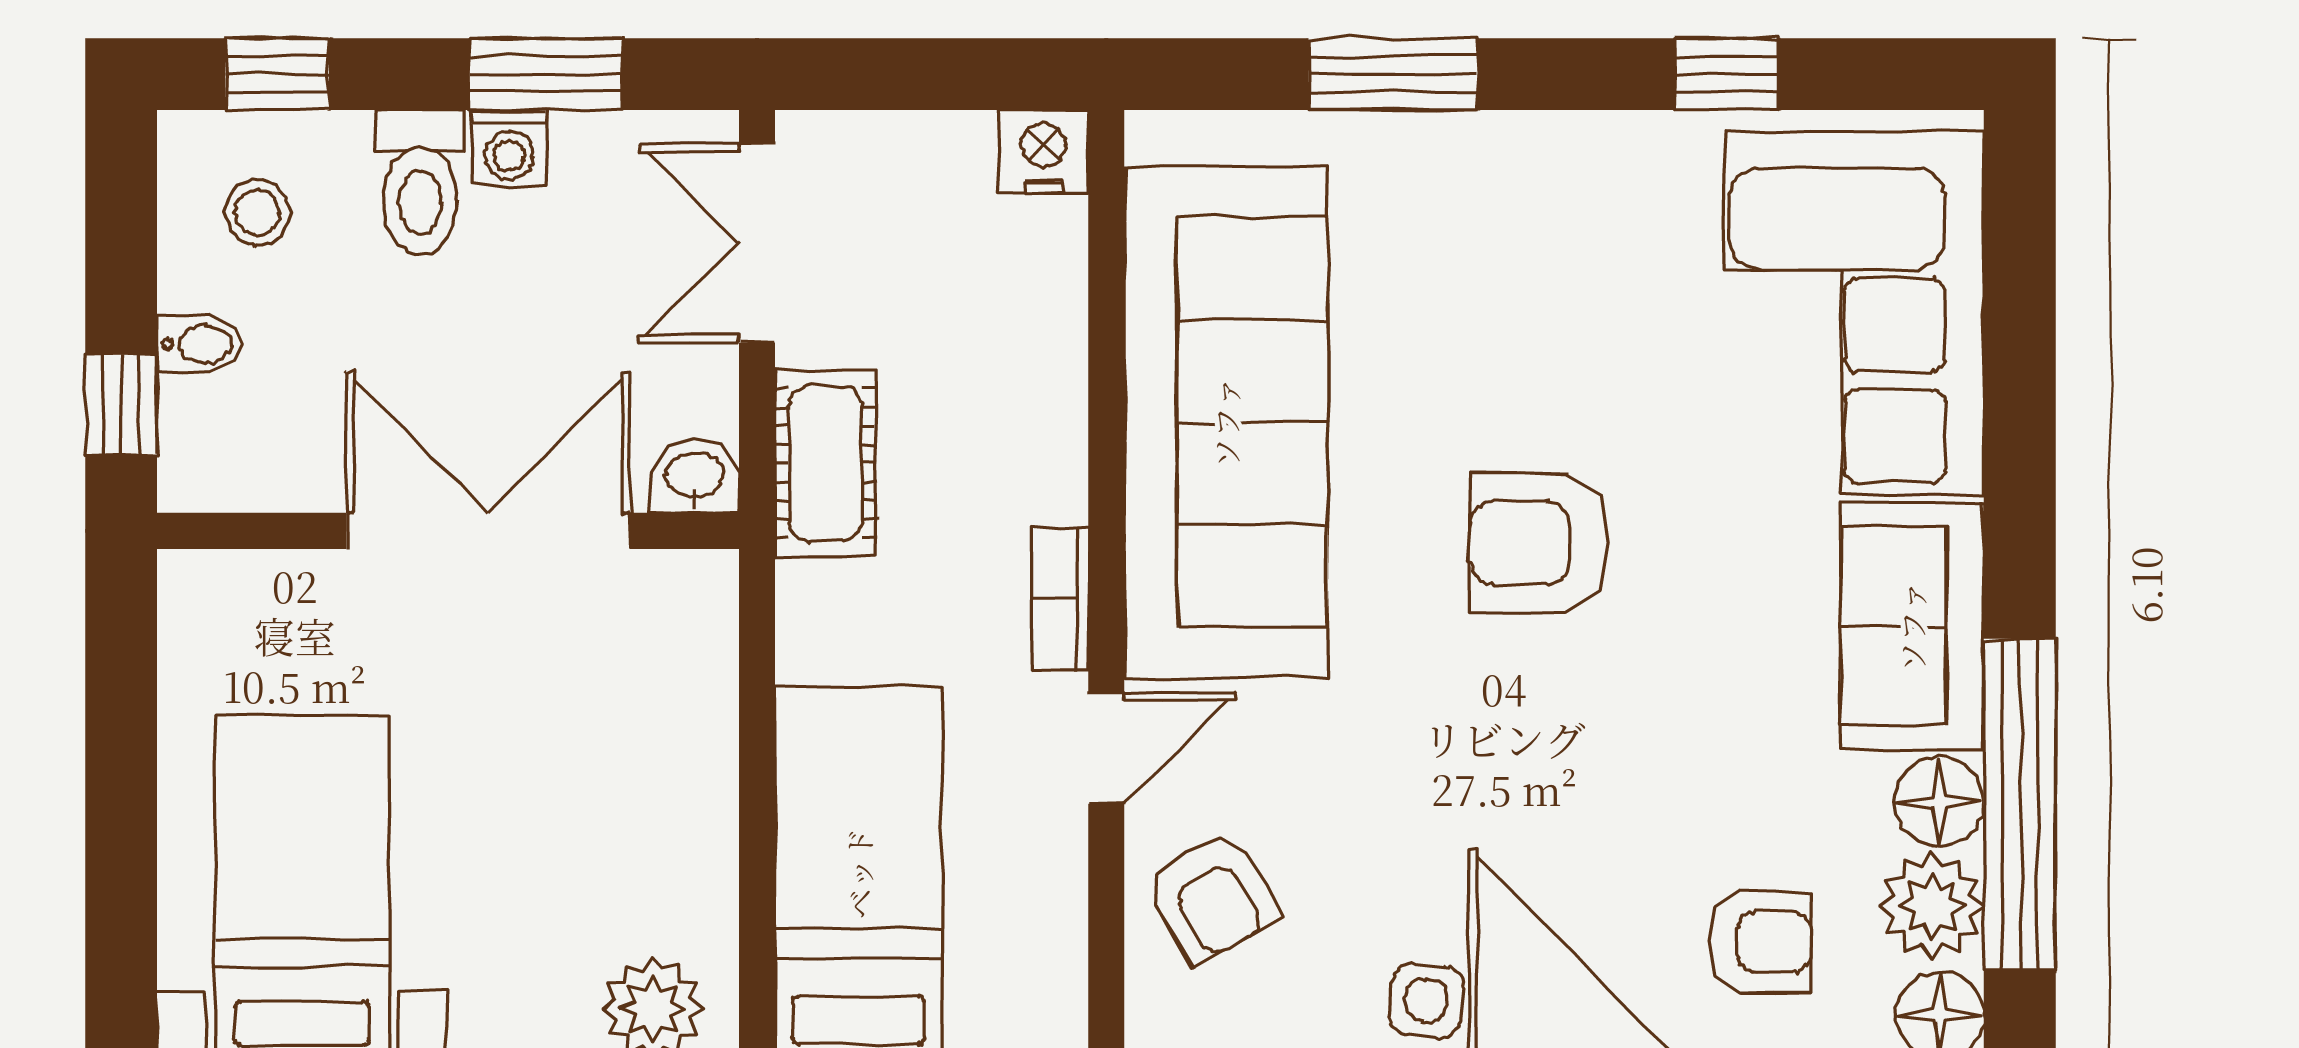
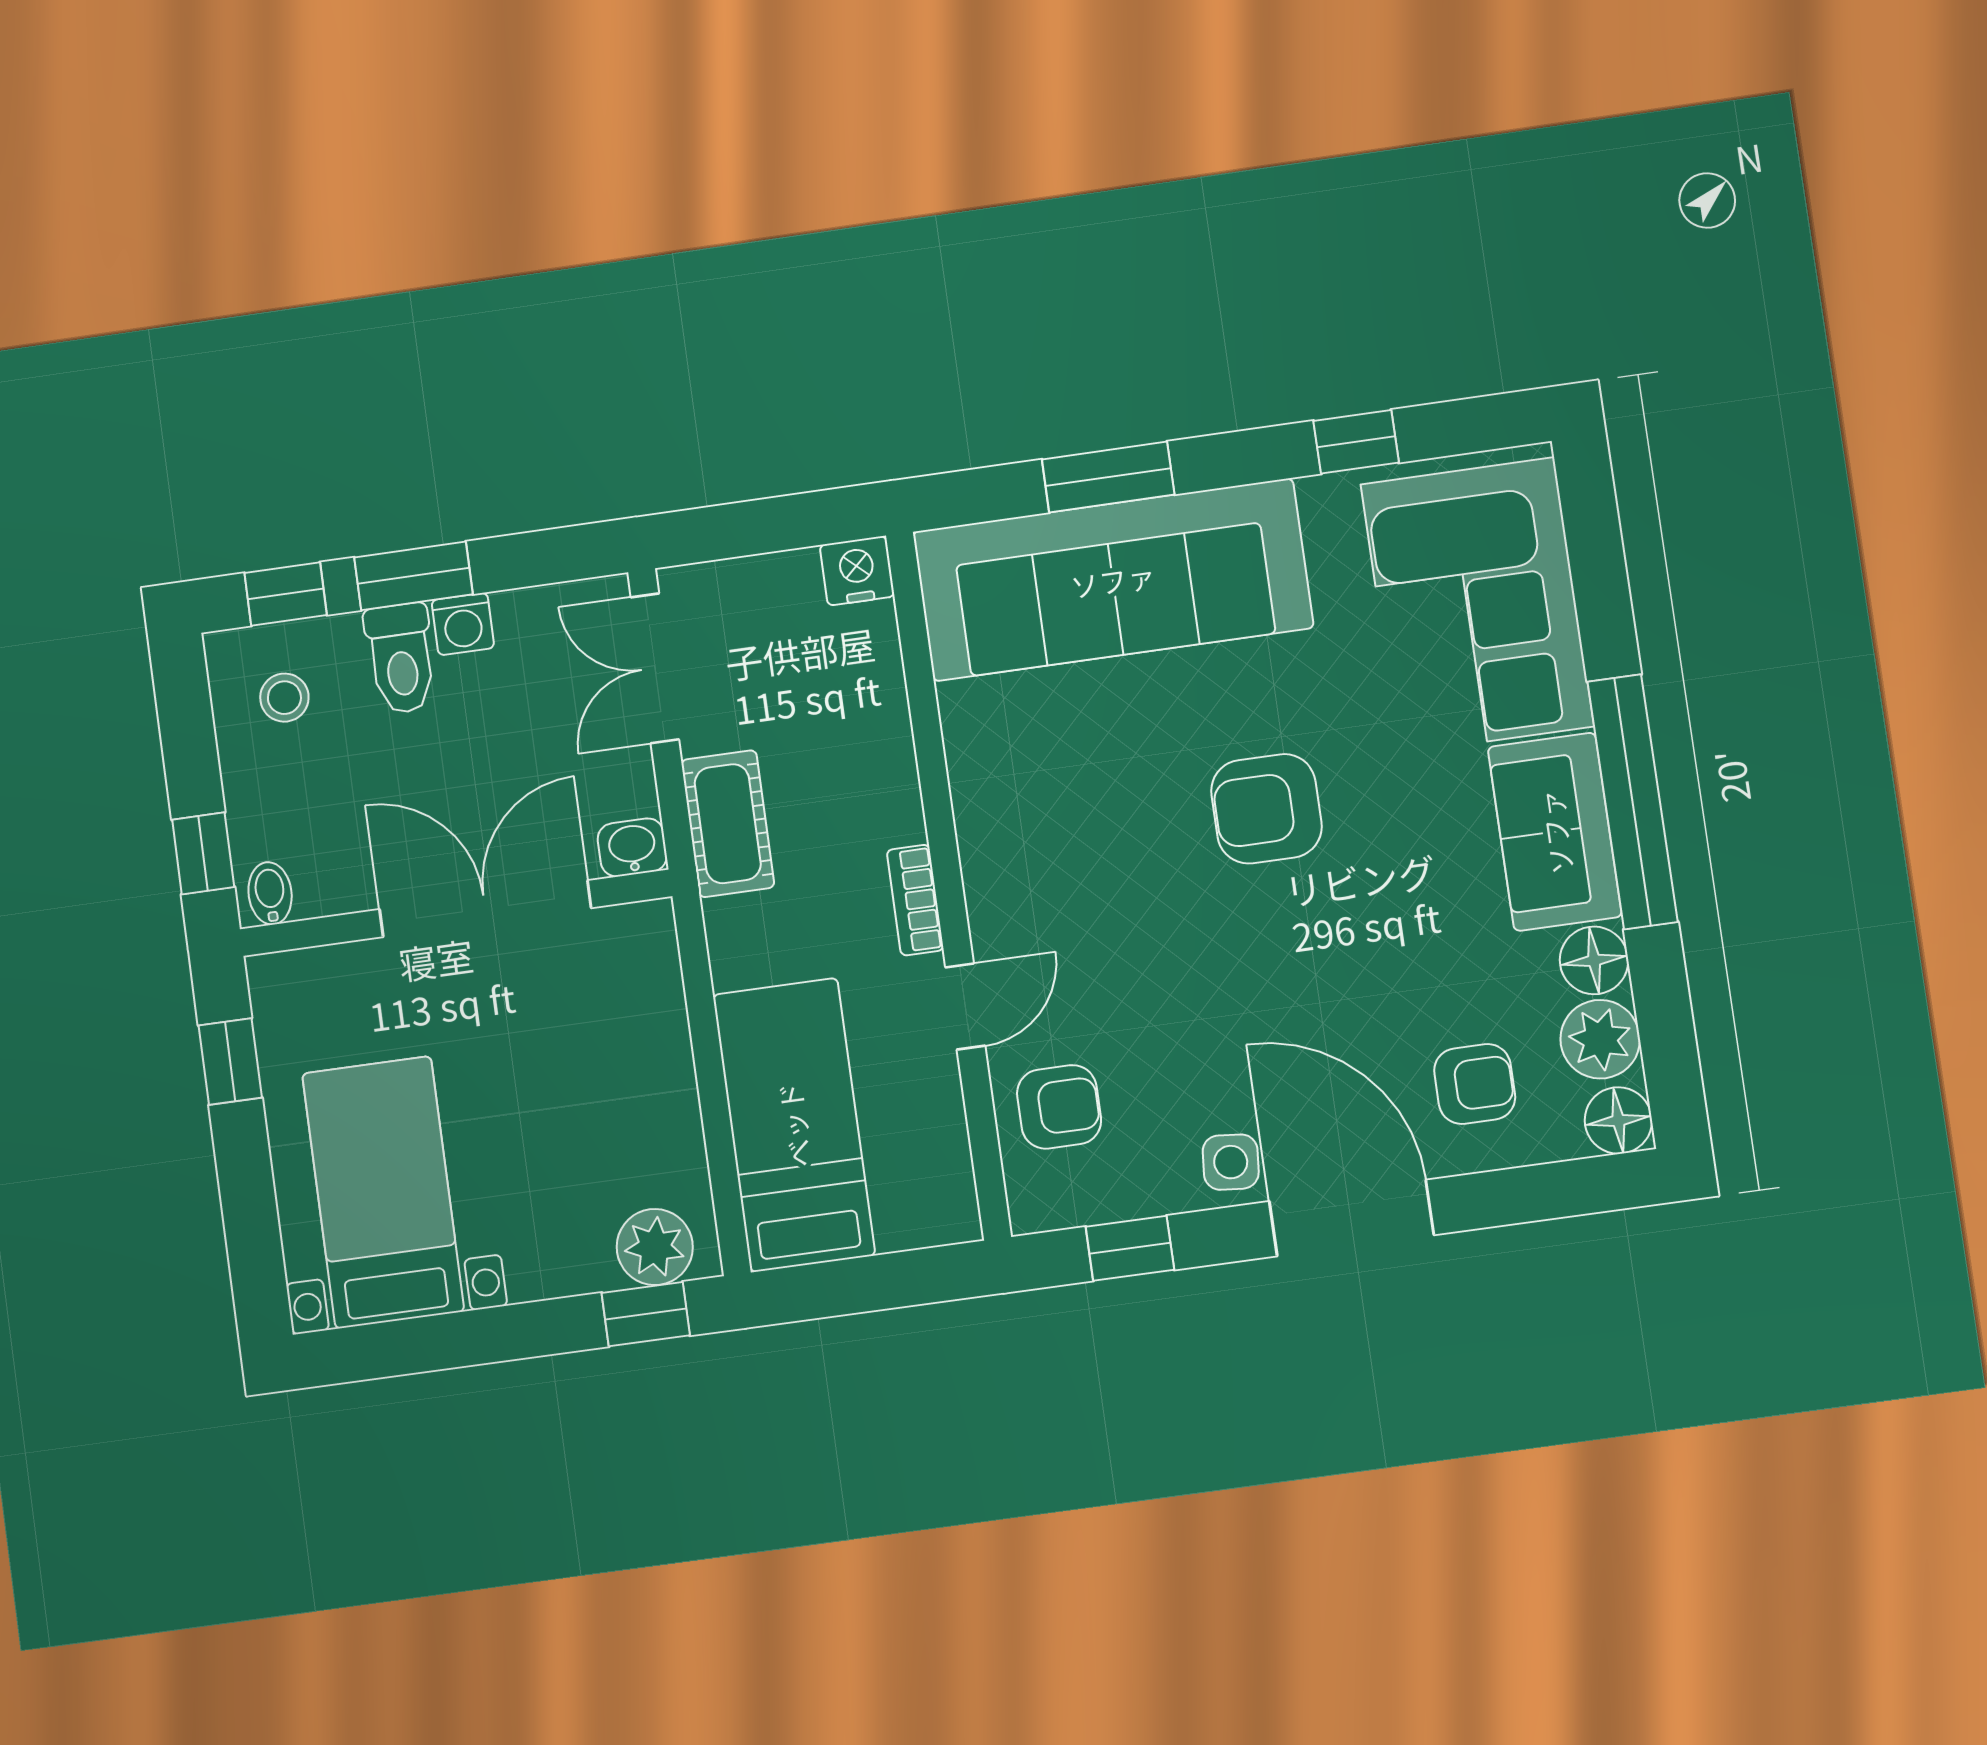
window: (546, 74) -> (414, 576), moved
bidet: (199, 344) -> (270, 893), moved, turned -90
sofa: (1226, 422) -> (1113, 580), moved, turned 90
window: (121, 687) -> (230, 1061), added
window: (2020, 805) -> (1633, 802), moved
armchair: (1211, 897) -> (1059, 1107), turned -60

